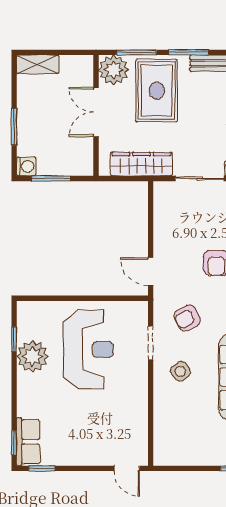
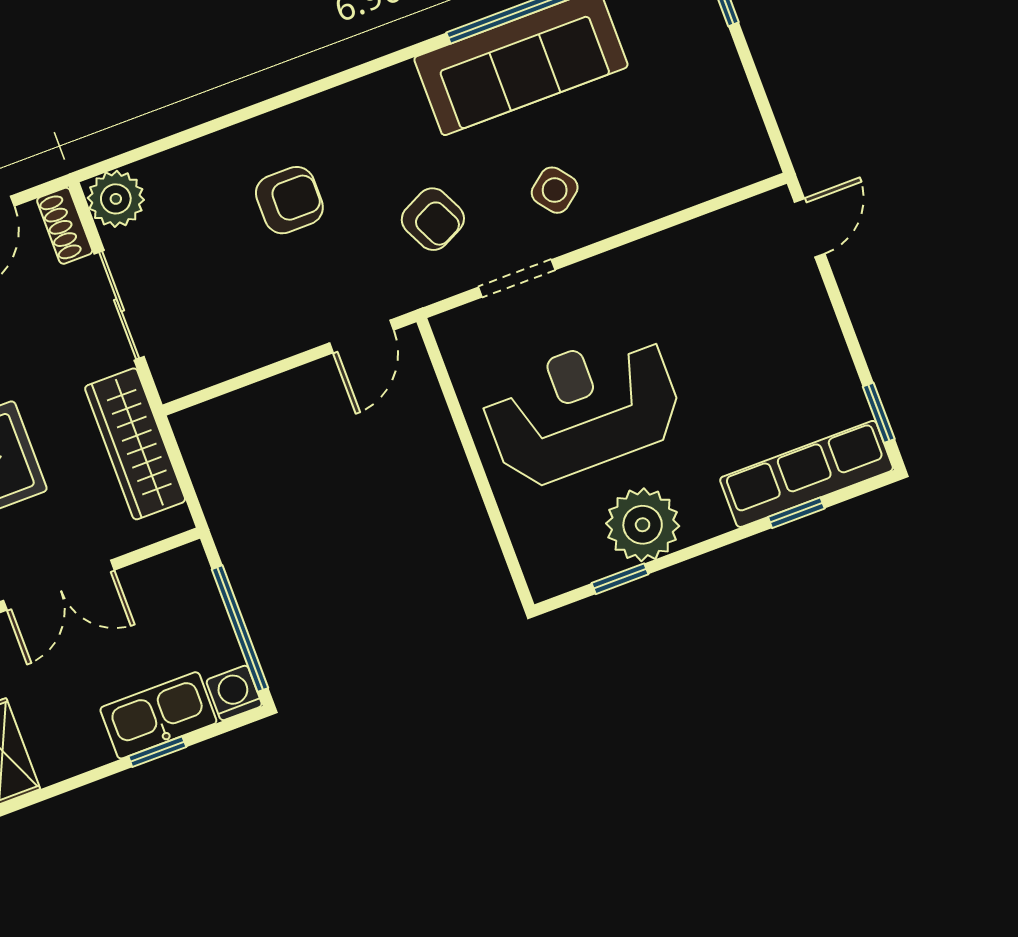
window: (14, 127) -> (157, 752), width x0.67
kitchen sink: (29, 133) -> (158, 715), added
window: (51, 179) -> (240, 629), width x1.44
row of seats: (28, 442) -> (806, 474), width x1.48
window: (14, 443) -> (796, 513), moved

